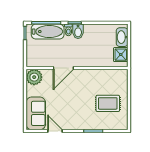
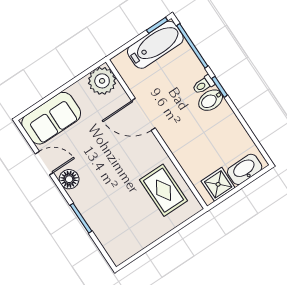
bathtub: (48, 32) -> (155, 45), moved, turned -90
rug: (108, 103) -> (163, 190), moved
floor lamp: (71, 124) -> (69, 179), added
door: (55, 131) -> (44, 163), hinge flipped

